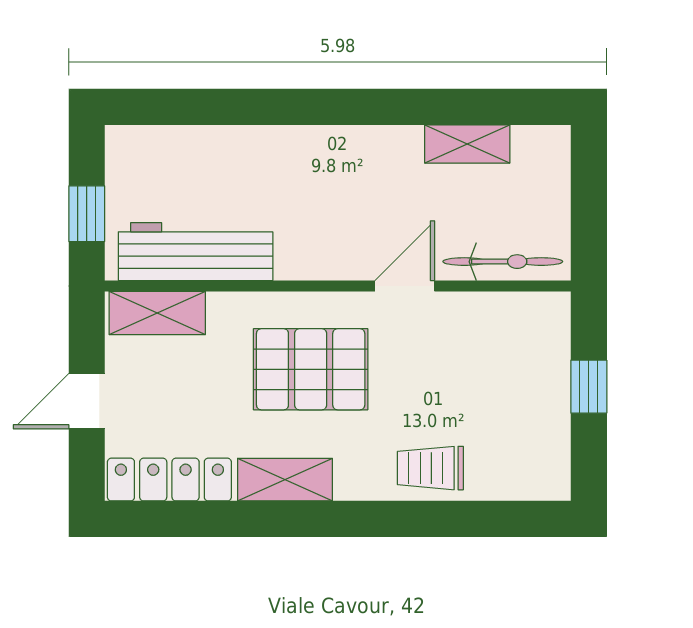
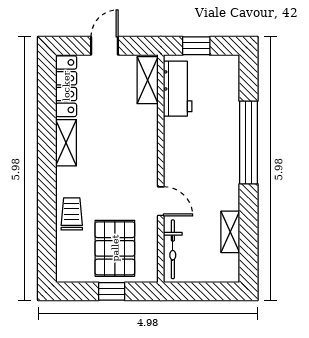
window: (284, 107) -> (248, 142), added
workbench: (196, 252) -> (178, 89), width x0.73
pallet: (311, 369) -> (115, 248), moved
door: (87, 401) -> (105, 46), hinge flipped

